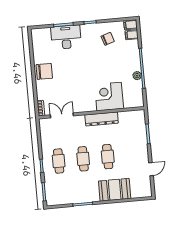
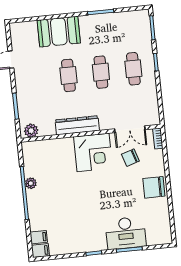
chair: (108, 39) -> (130, 158), moved
corner desk: (109, 97) -> (93, 152), moved
plant: (136, 115) -> (31, 131), added

